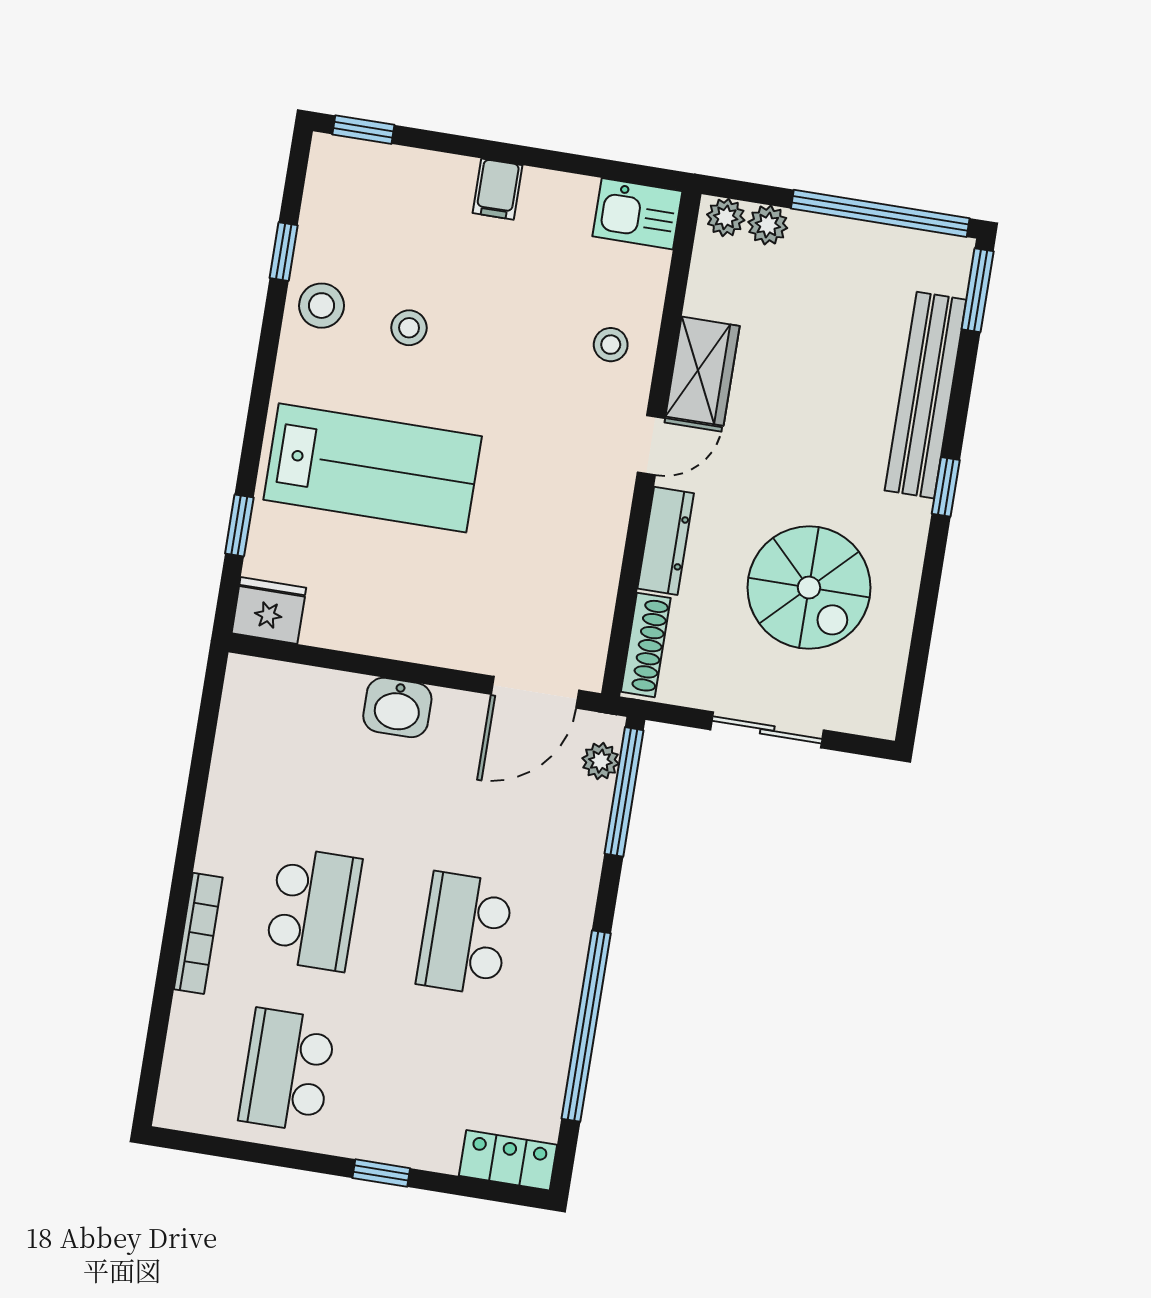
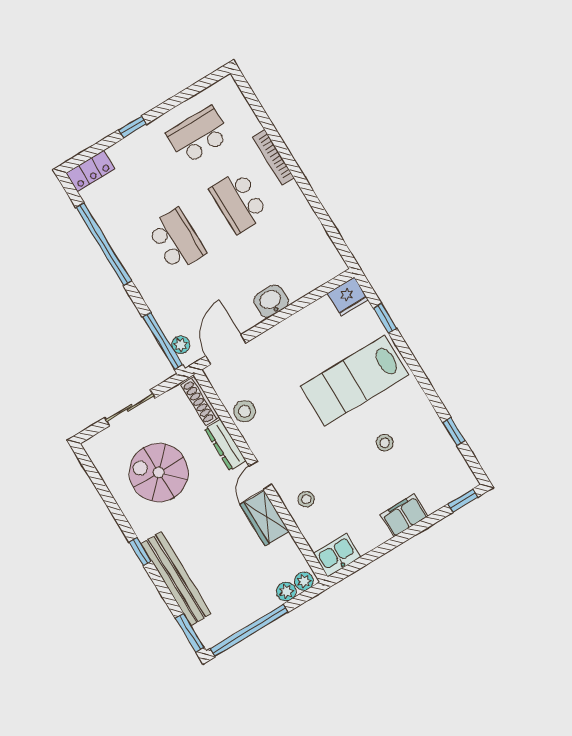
filing cabinet: (497, 189) -> (404, 515), width x2.00
stool: (322, 306) -> (245, 411), moved
school desk: (287, 1070) -> (199, 135), turned -90

